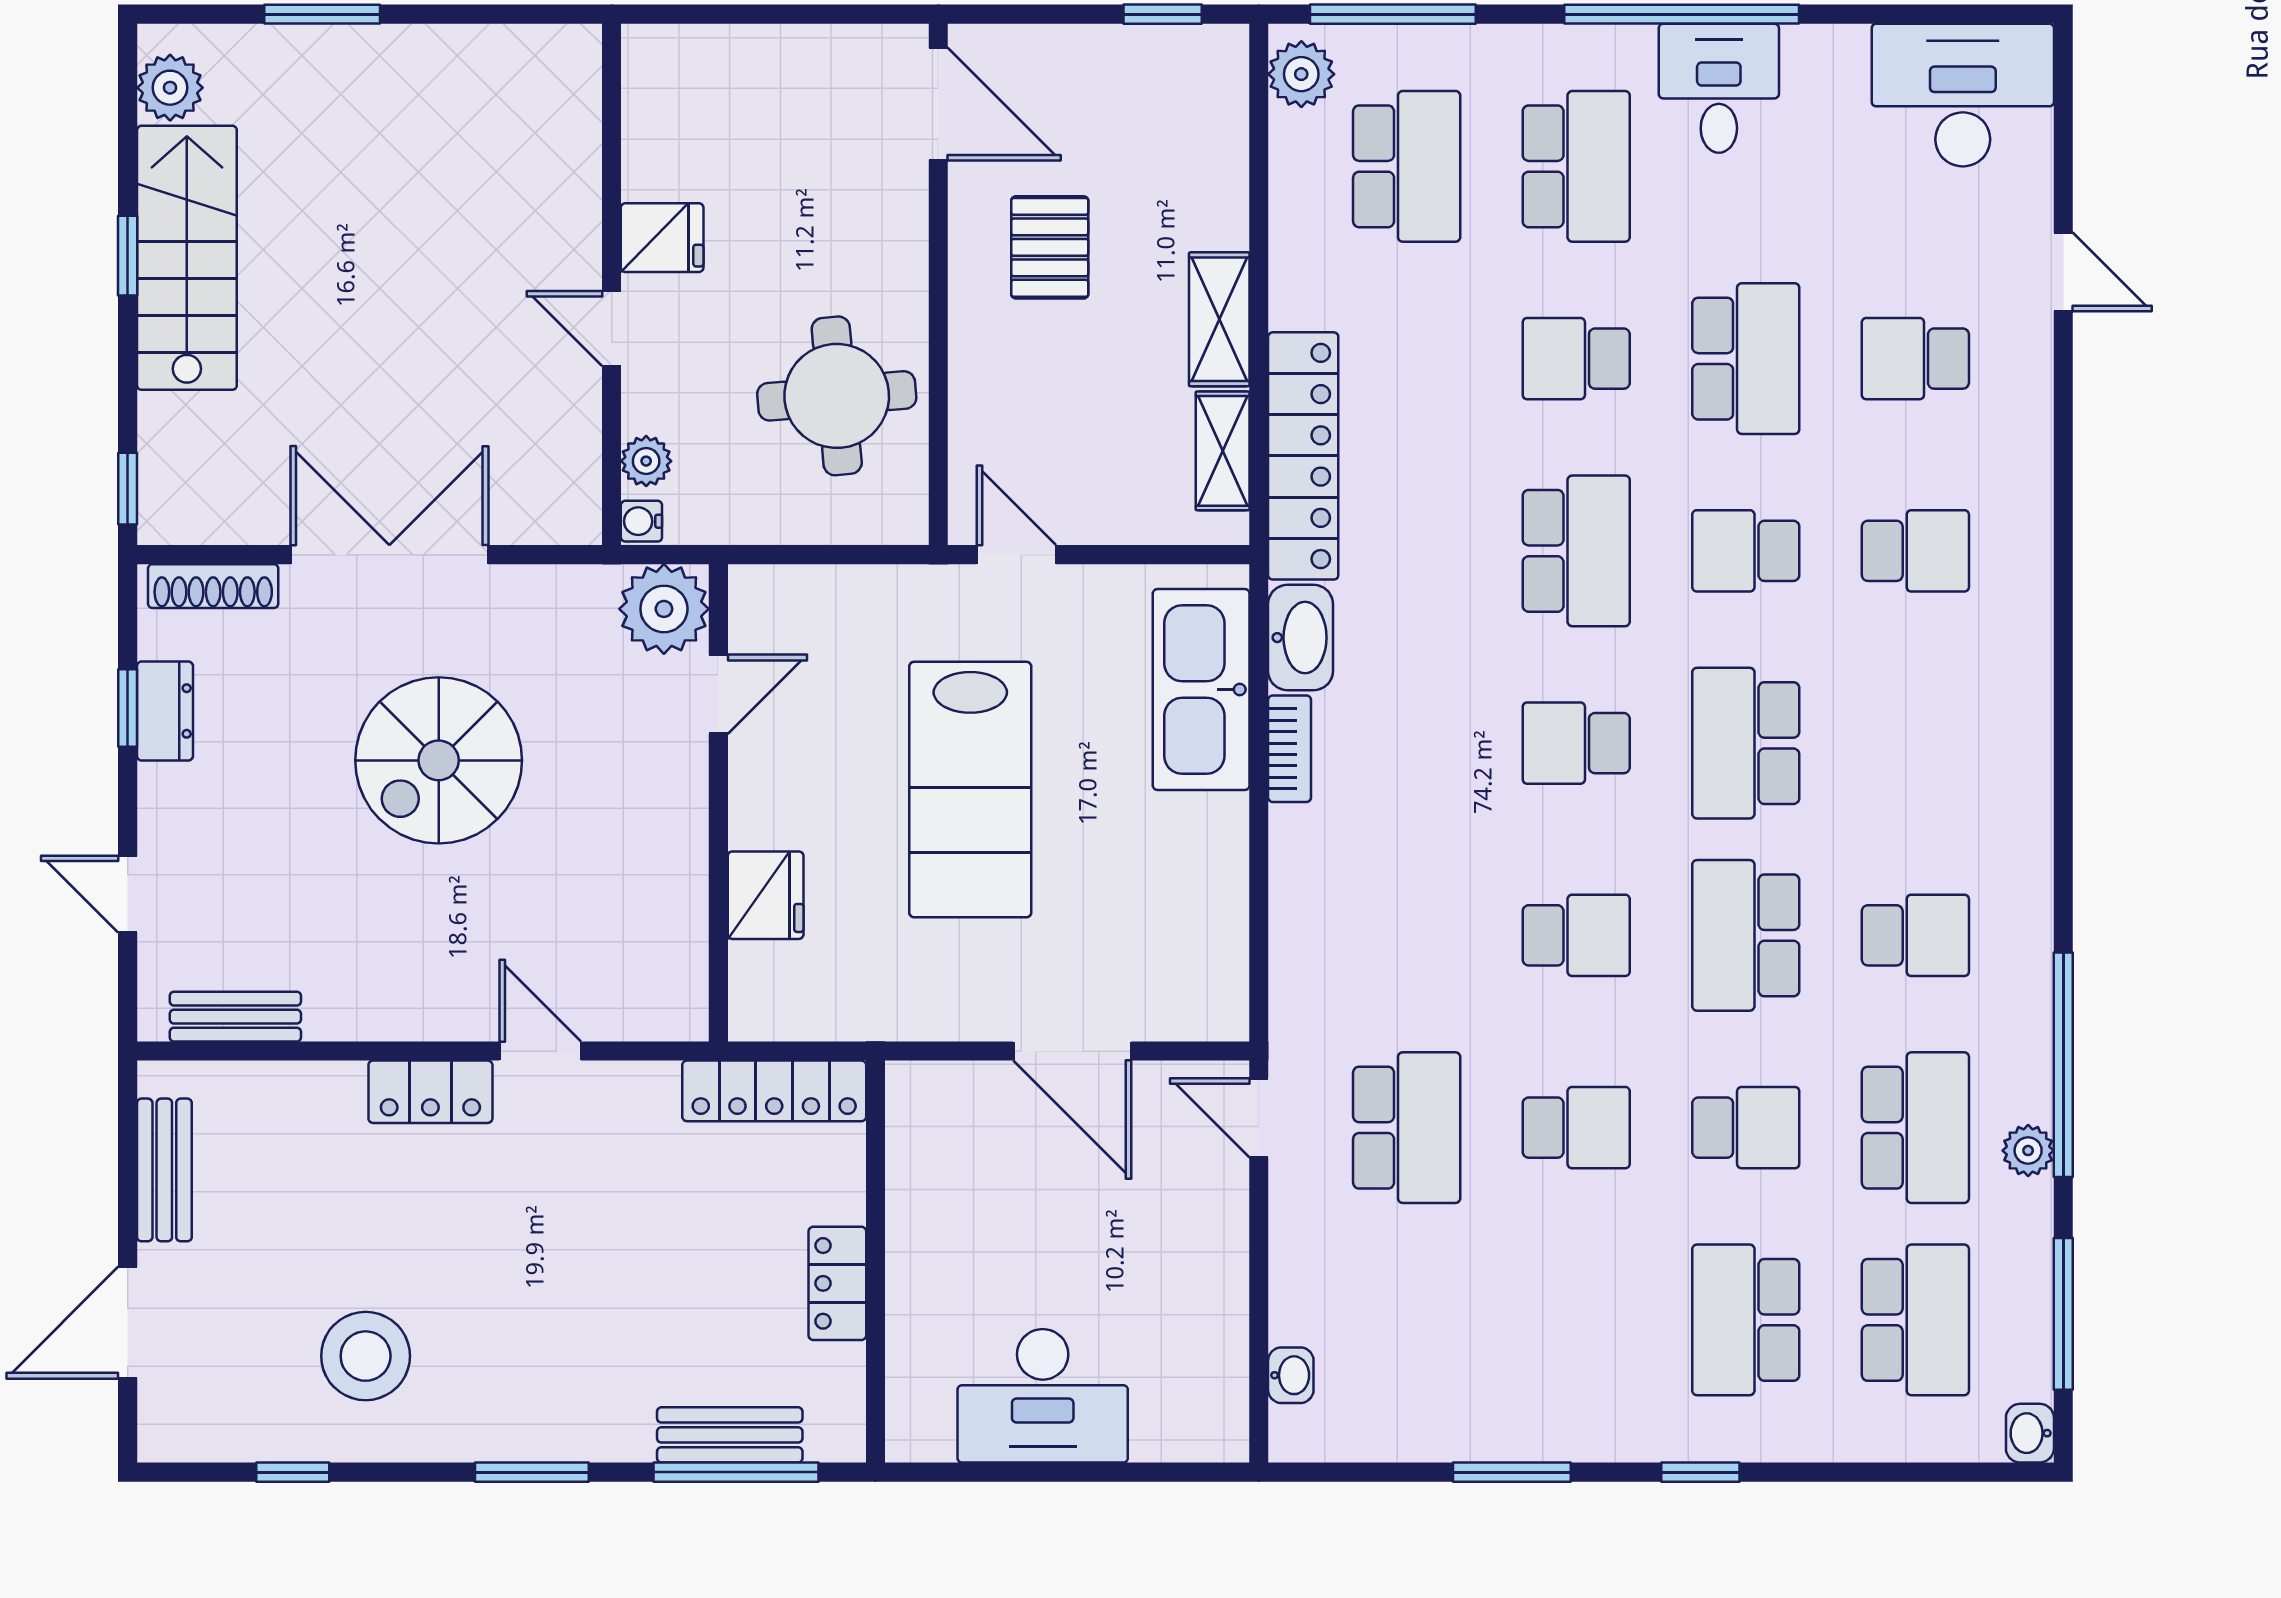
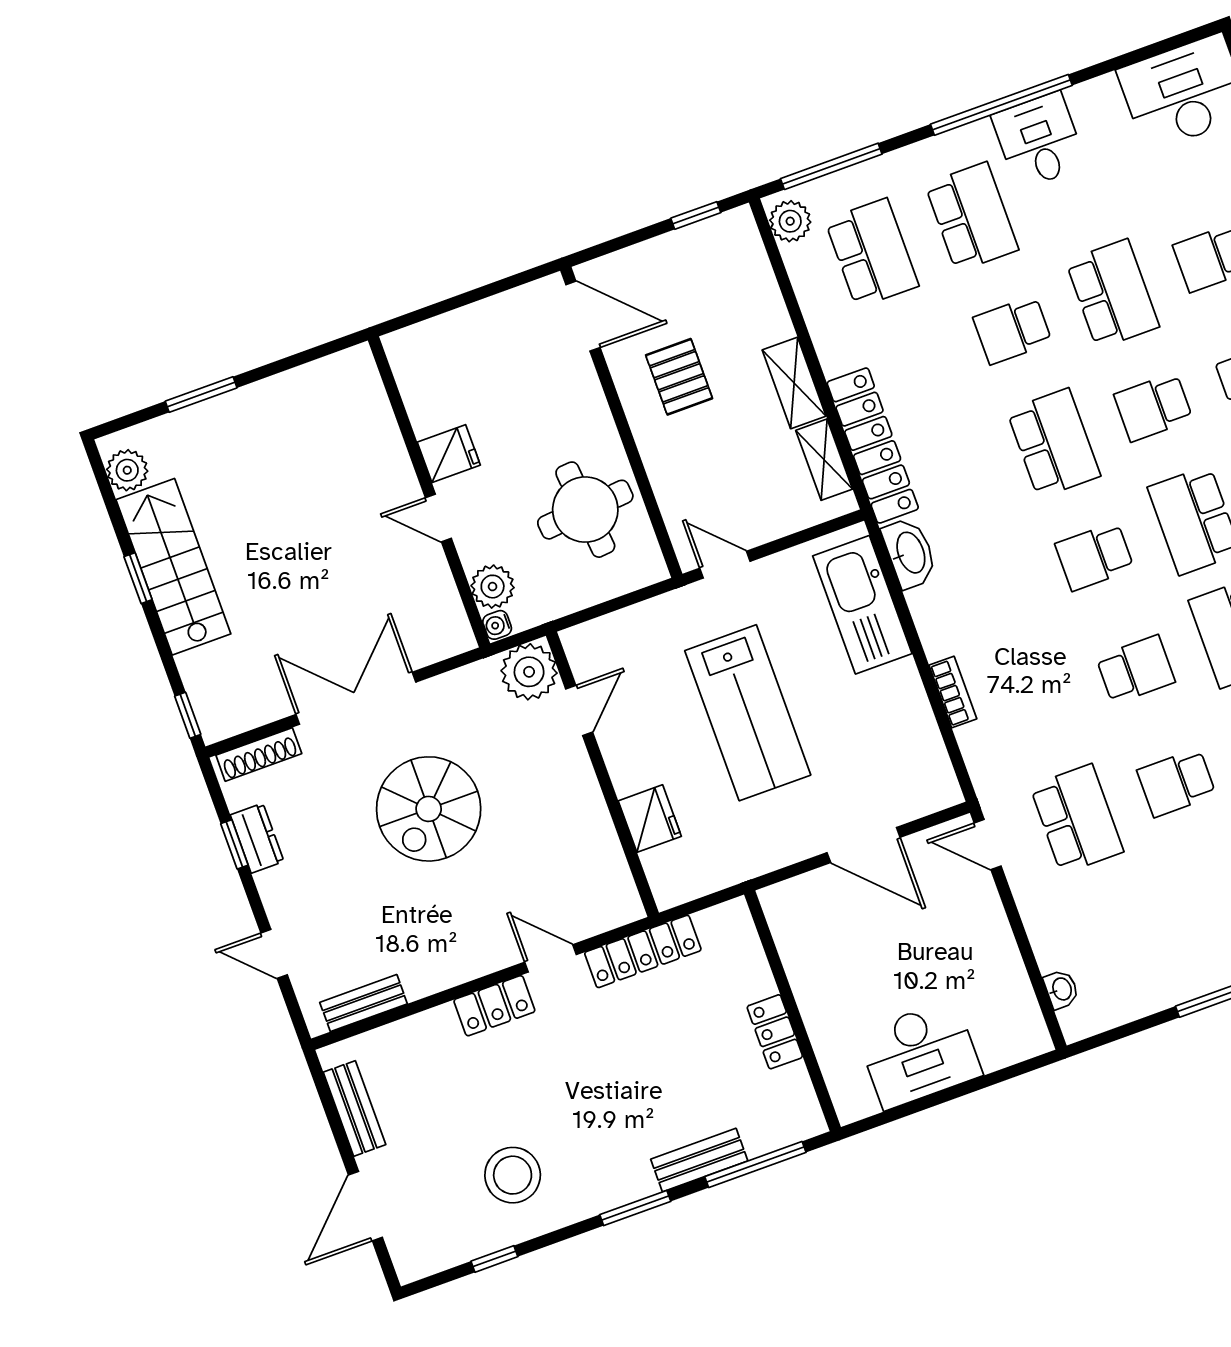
plant: (646, 461) -> (493, 587), width x1.38, depth x1.38
bookcase: (1290, 749) -> (953, 692), moved
locker: (774, 1091) -> (643, 951), moved
school desk: (1576, 1128) -> (1176, 783), turned 180
bench: (730, 1435) -> (699, 1160), moved

